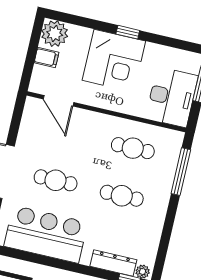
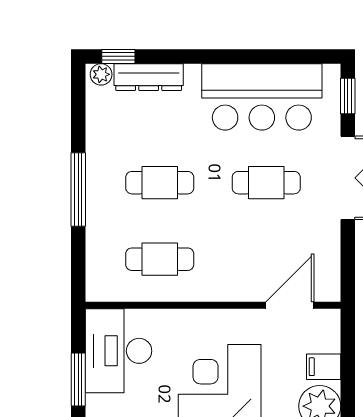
door: (58, 101) -> (290, 305), hinge flipped
window: (181, 172) -> (78, 190), moved

